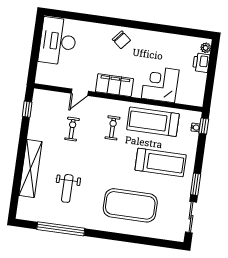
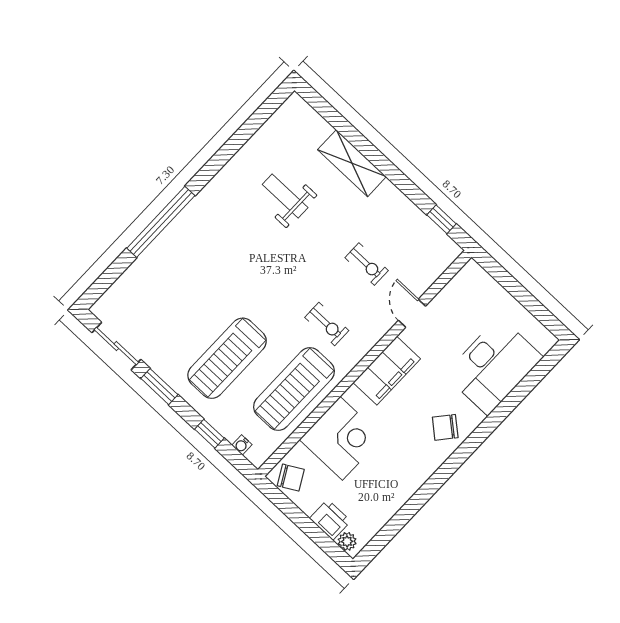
desk: (58, 41) -> (494, 366), moved, turned 90
chair: (195, 94) -> (291, 478), added
treadmill: (153, 122) -> (294, 389), turned 180
window: (204, 126) -> (209, 434), moved
shelving: (30, 169) -> (352, 163), width x0.68
exercise mat: (130, 205) -> (196, 270), removed
window: (61, 229) -> (161, 222), moved

